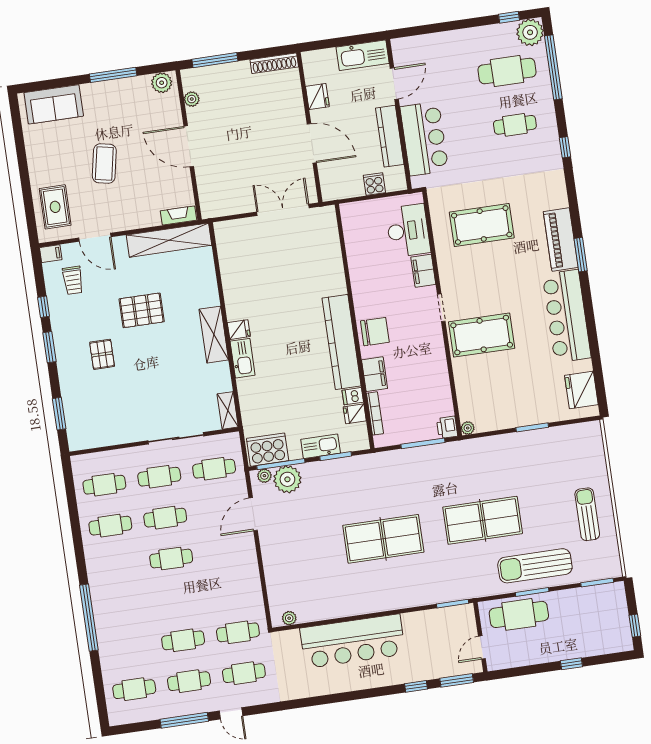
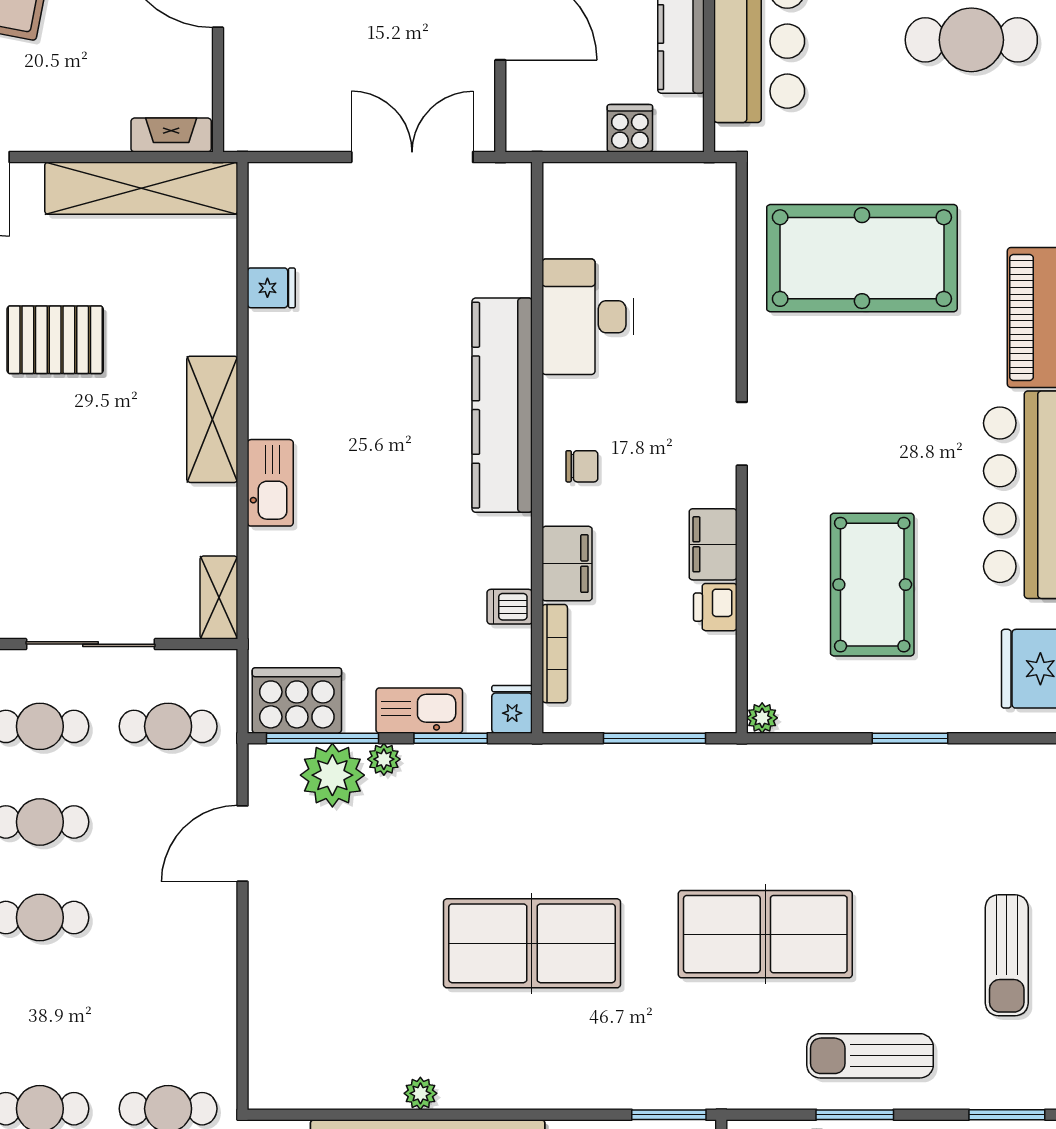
cafe table: (515, 125) -> (971, 40), width x1.37, depth x1.35
pool table: (482, 225) -> (862, 258), width x1.36, depth x1.32
desk: (408, 231) -> (588, 317), moved, turned 180
filing cabinet: (423, 271) -> (713, 544), moved
fridge: (239, 330) -> (271, 288), moved
chair: (375, 332) -> (582, 466), width x0.54, depth x0.54
pool table: (482, 335) -> (872, 585), moved, turned 90
kitchen counter: (342, 342) -> (502, 405), moved
fridge: (355, 414) -> (512, 709), moved, turned 90
printer: (447, 427) -> (715, 607), moved
plant: (264, 476) -> (384, 759), moved
sun lounger: (587, 514) -> (1007, 955), turned 180
sun lounger: (535, 566) -> (870, 1056), width x0.73, depth x0.75
plant: (289, 618) -> (420, 1093), moved

